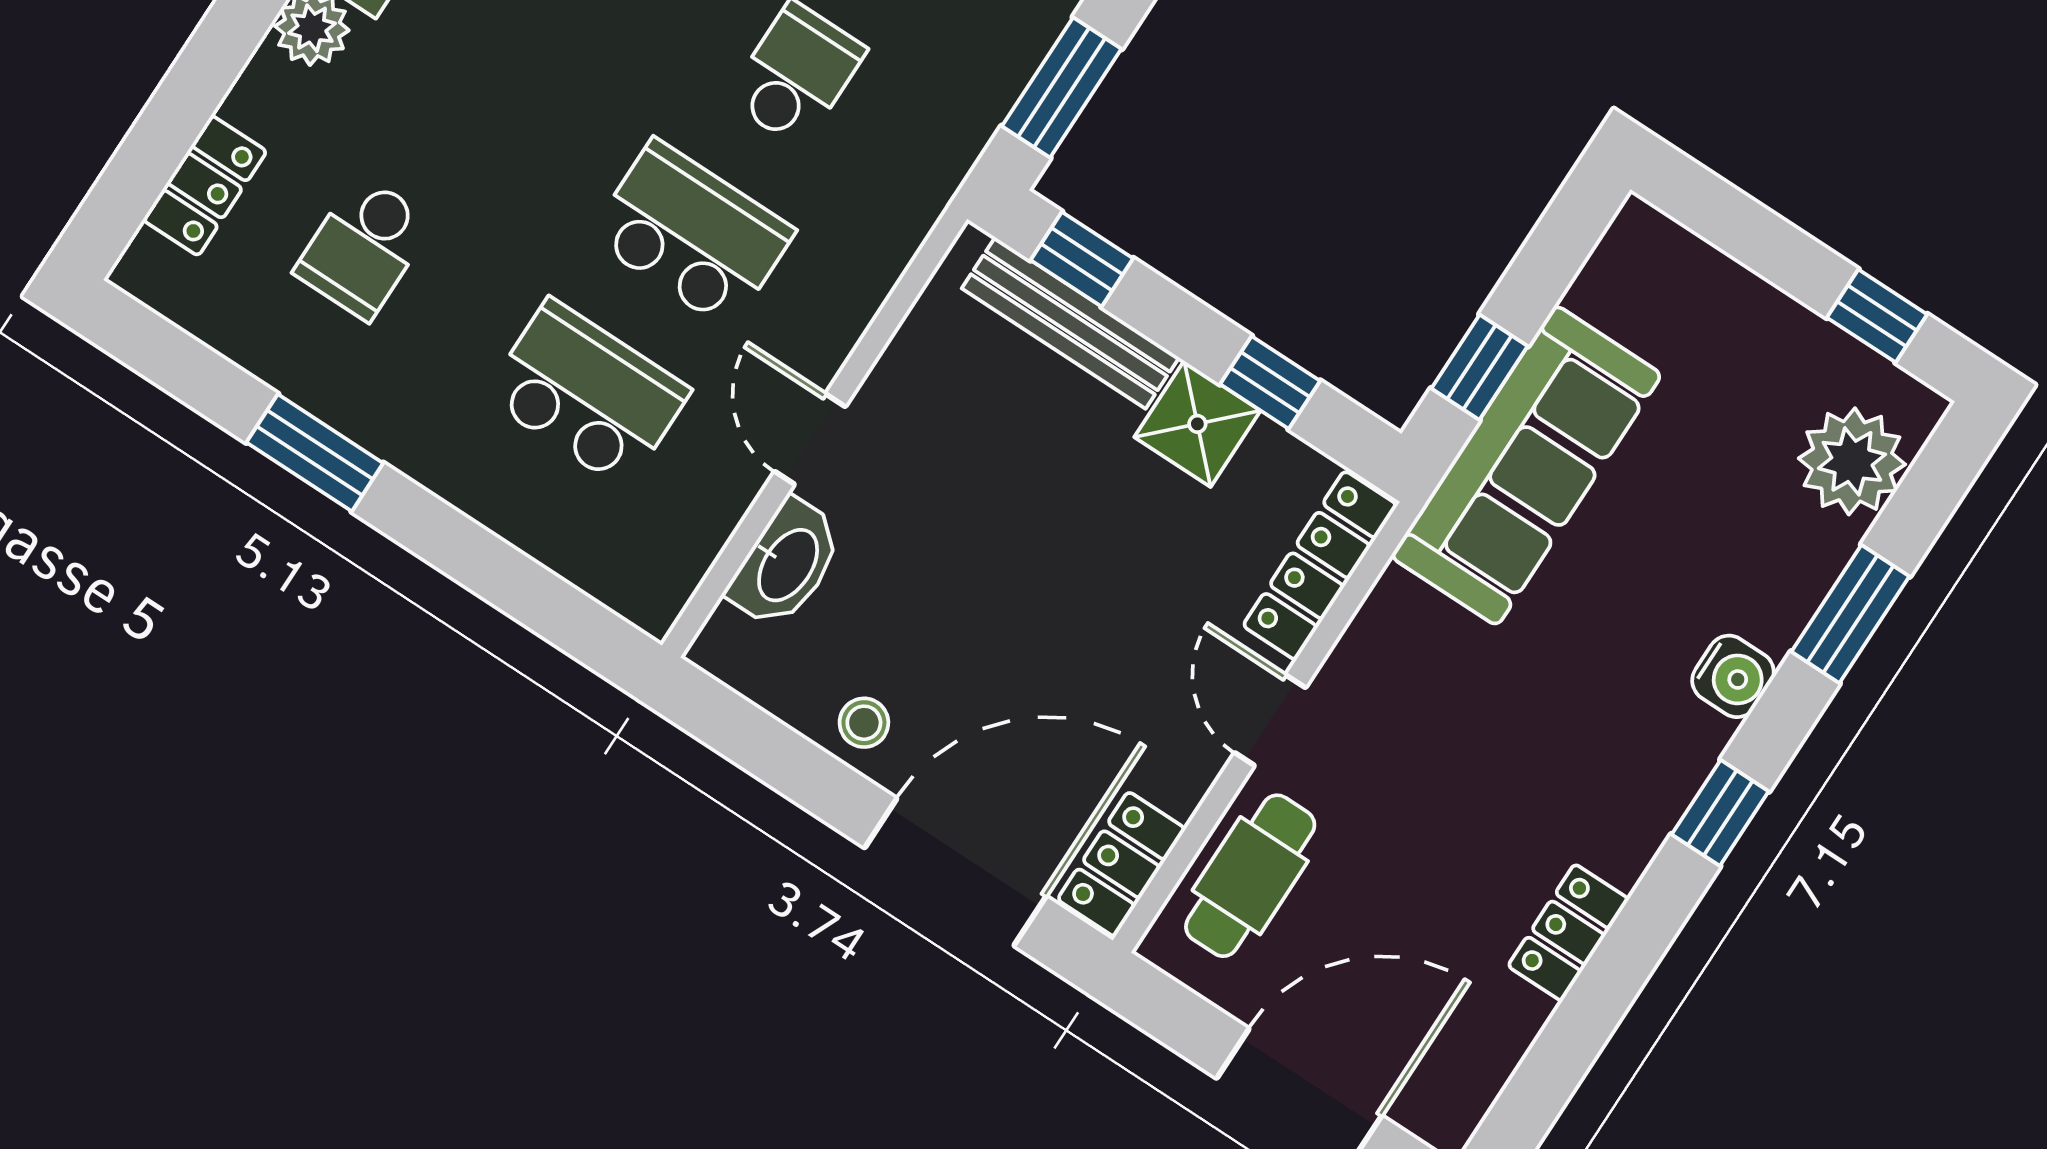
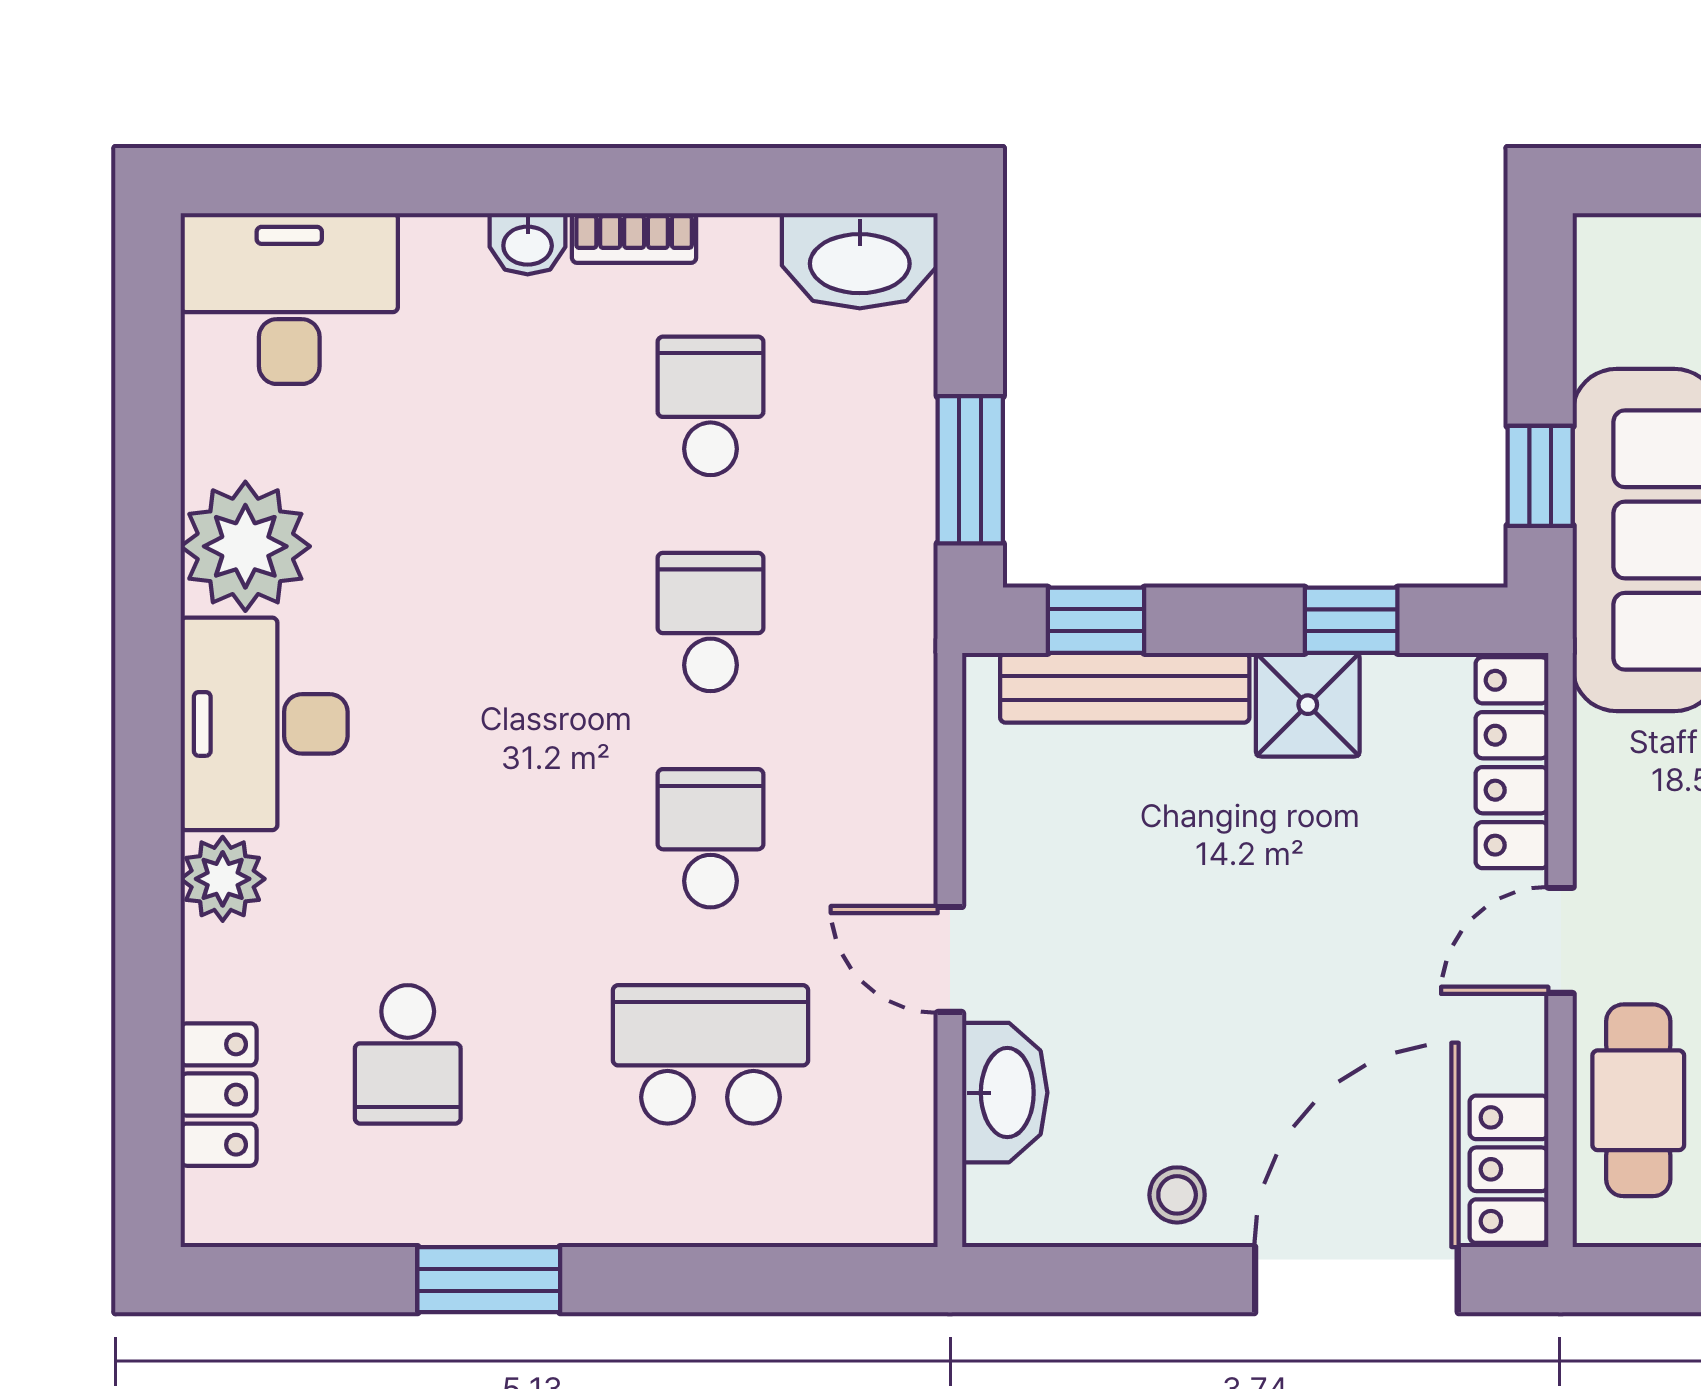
school desk: (692, 234) -> (710, 838), width x0.54
door: (1270, 720) -> (1561, 940), hinge flipped

